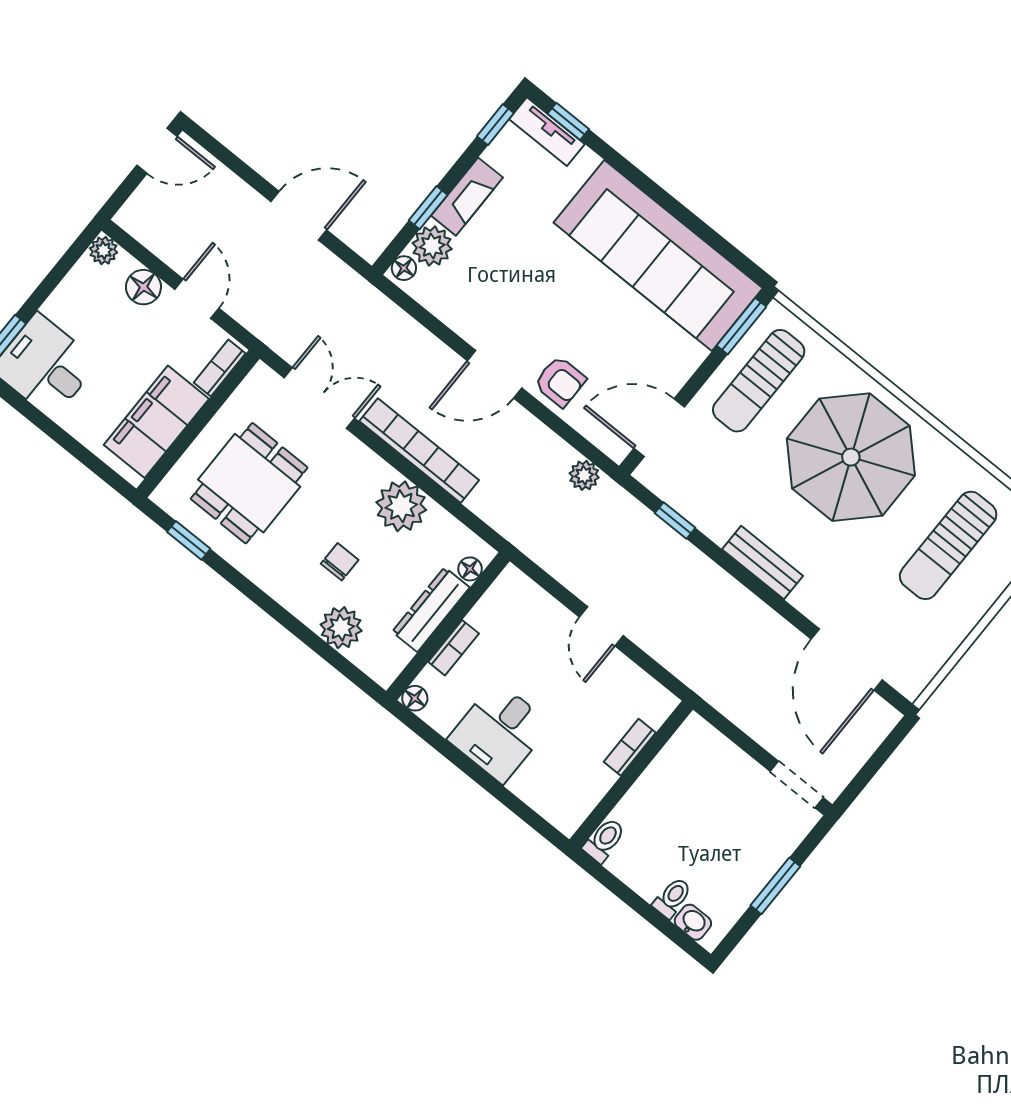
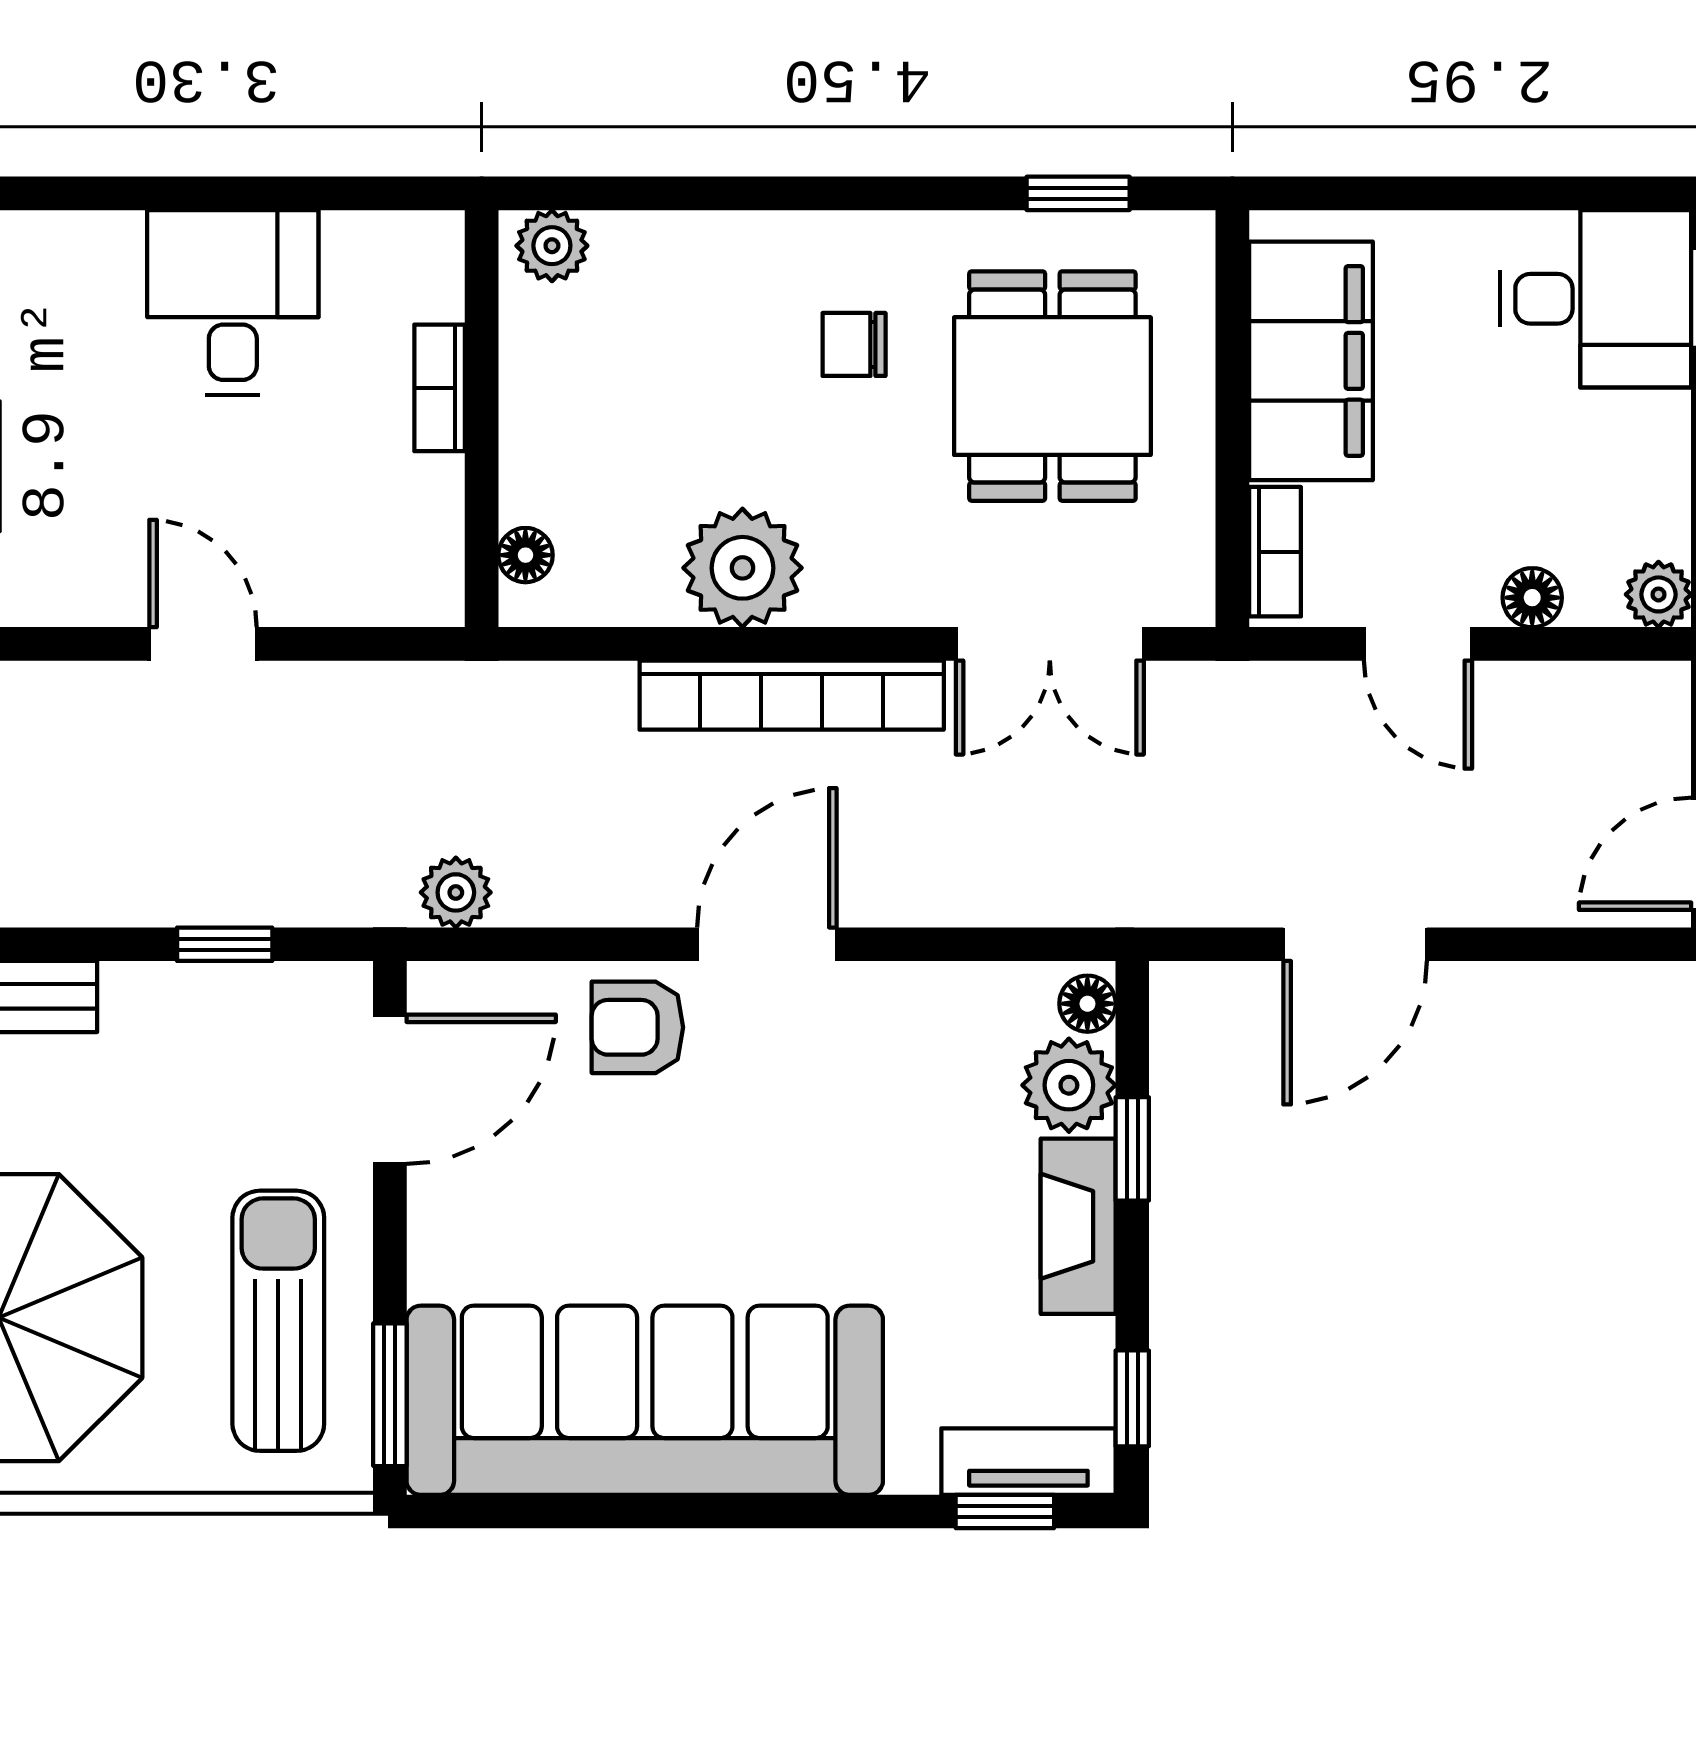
floor lamp: (143, 287) -> (1532, 598), width x0.73, depth x0.73
chair: (340, 562) -> (854, 344), moved, turned 90
dresser: (431, 610) -> (536, 424), removed
plant: (341, 628) -> (552, 246), moved, width x0.73, depth x0.73
floor lamp: (415, 698) -> (436, 239), removed

